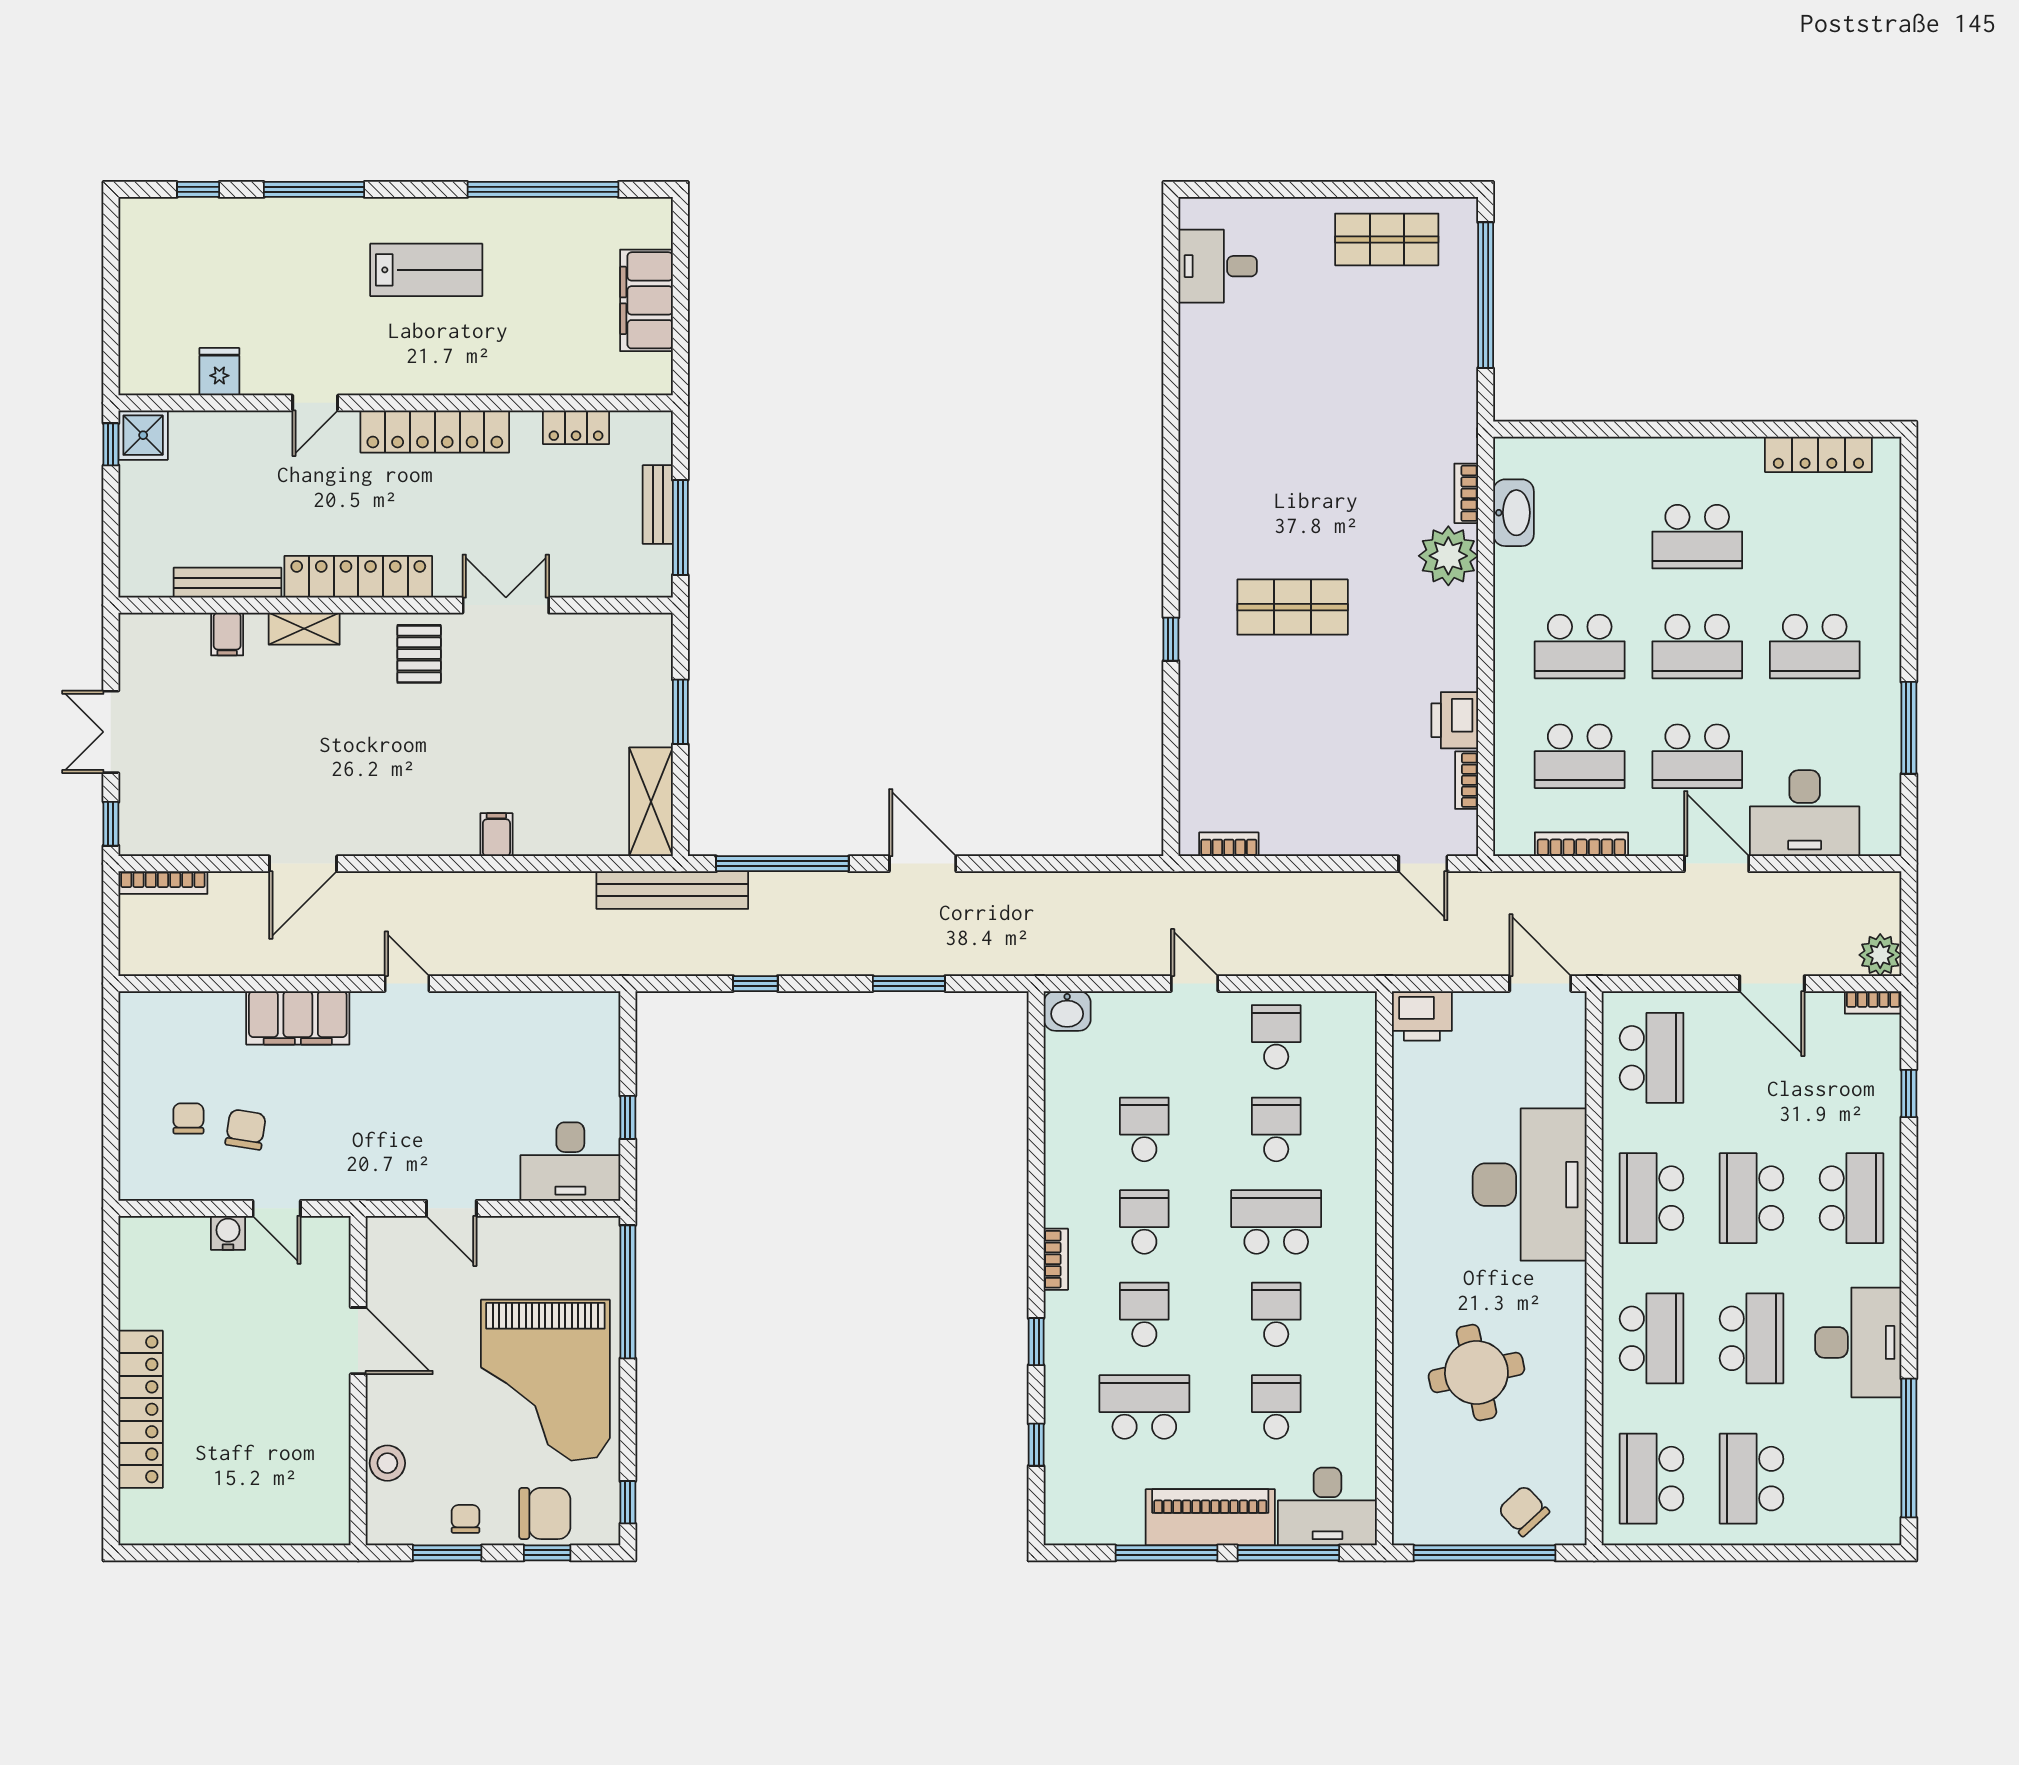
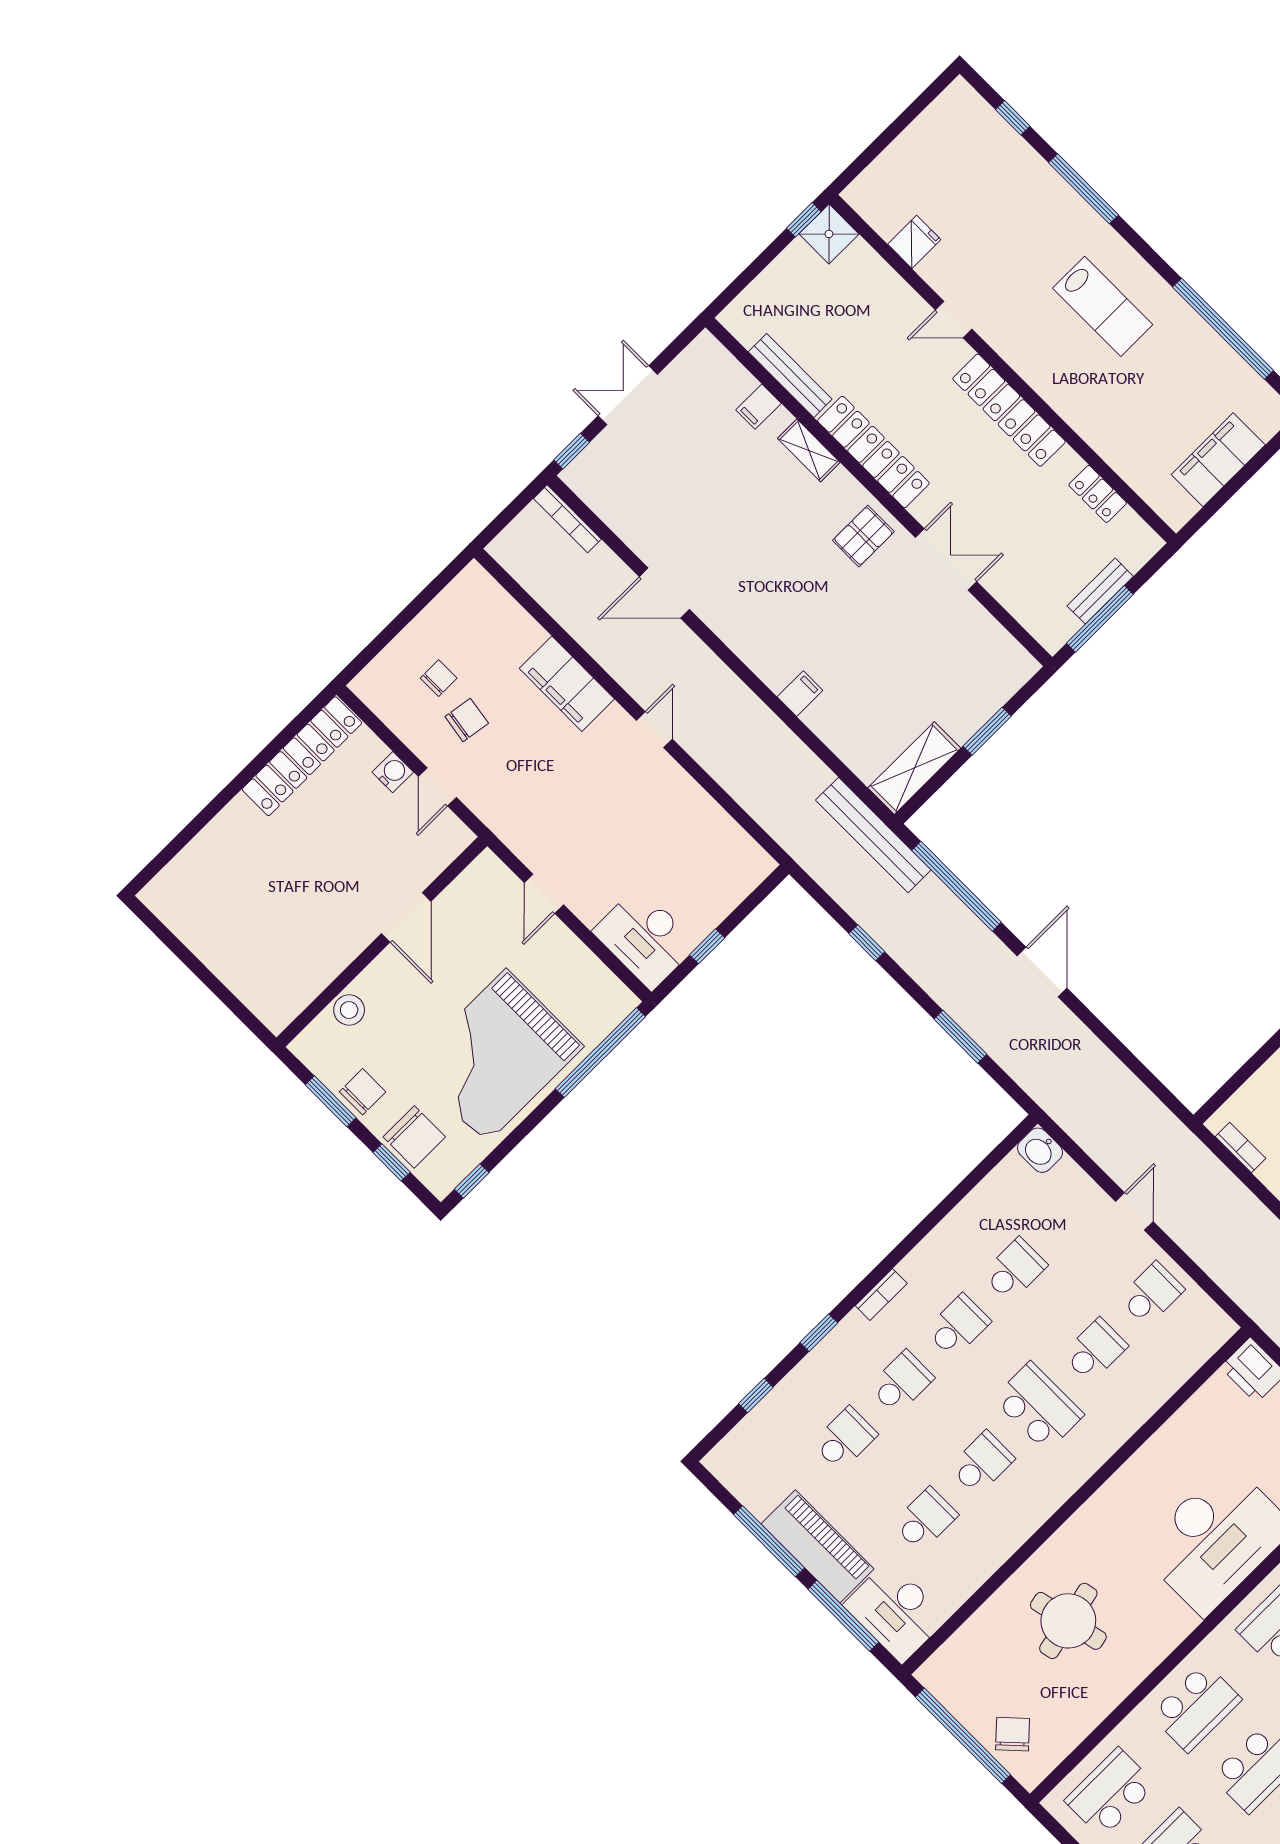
school desk: (1144, 1407) -> (845, 1439), width x0.54
locker: (141, 1409) -> (302, 756), moved
chair: (466, 1519) -> (363, 1092), width x1.37, depth x1.37

